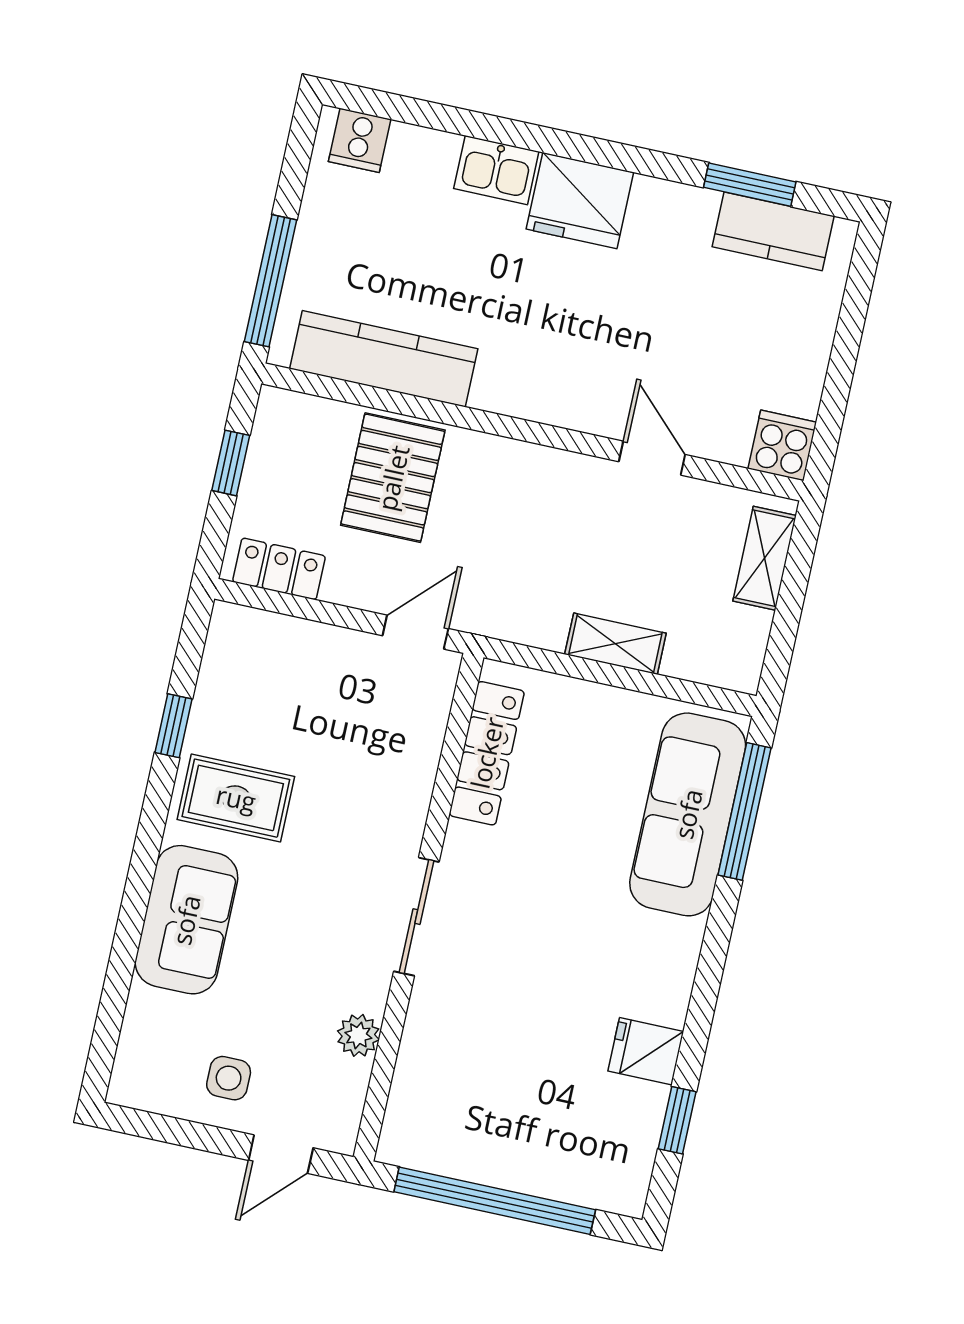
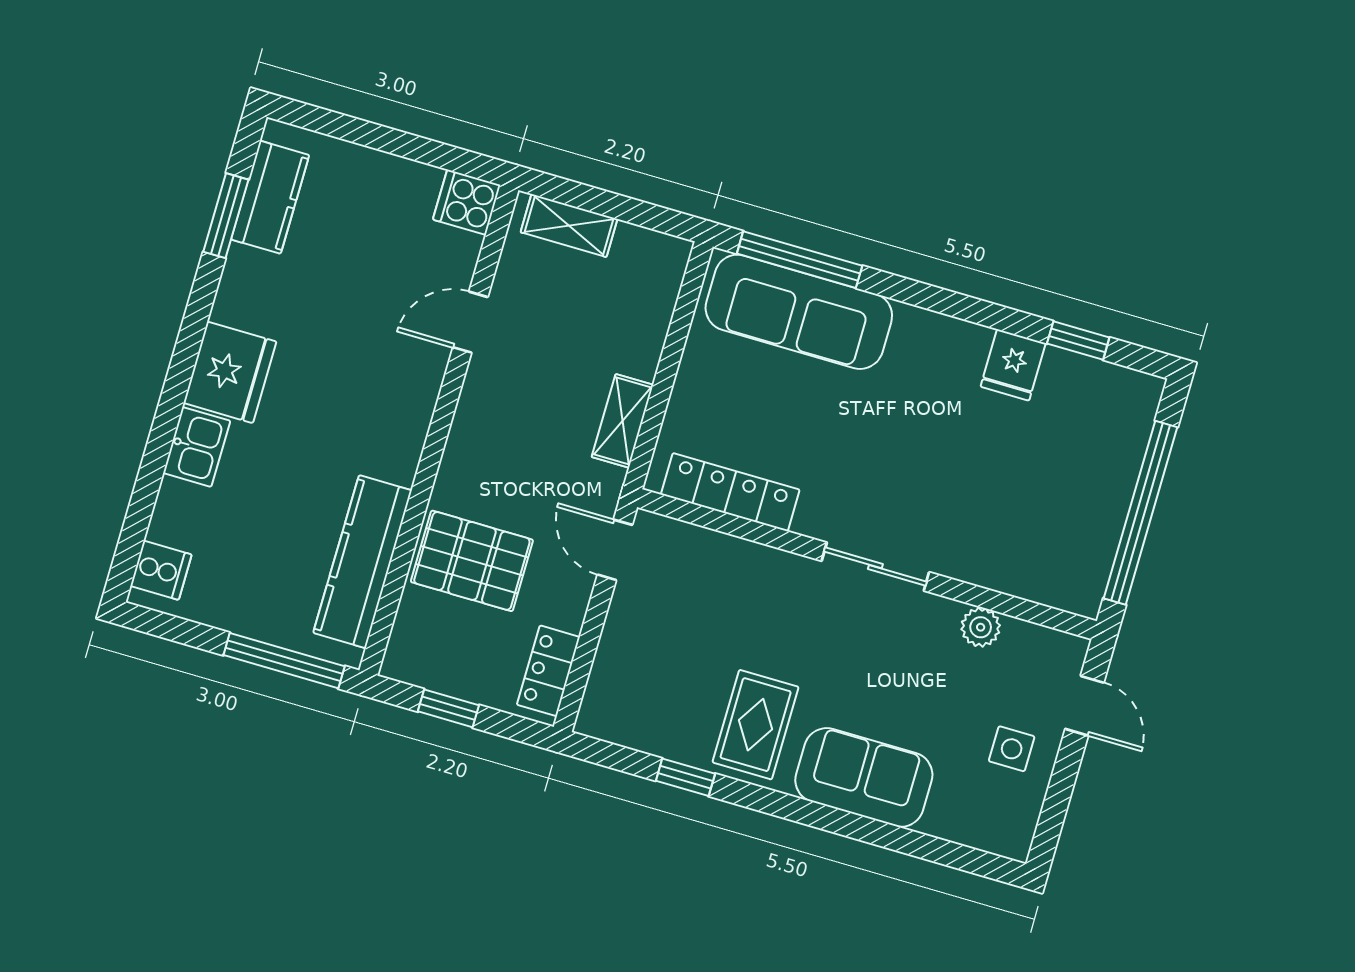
shelving: (615, 644) -> (622, 421), moved

